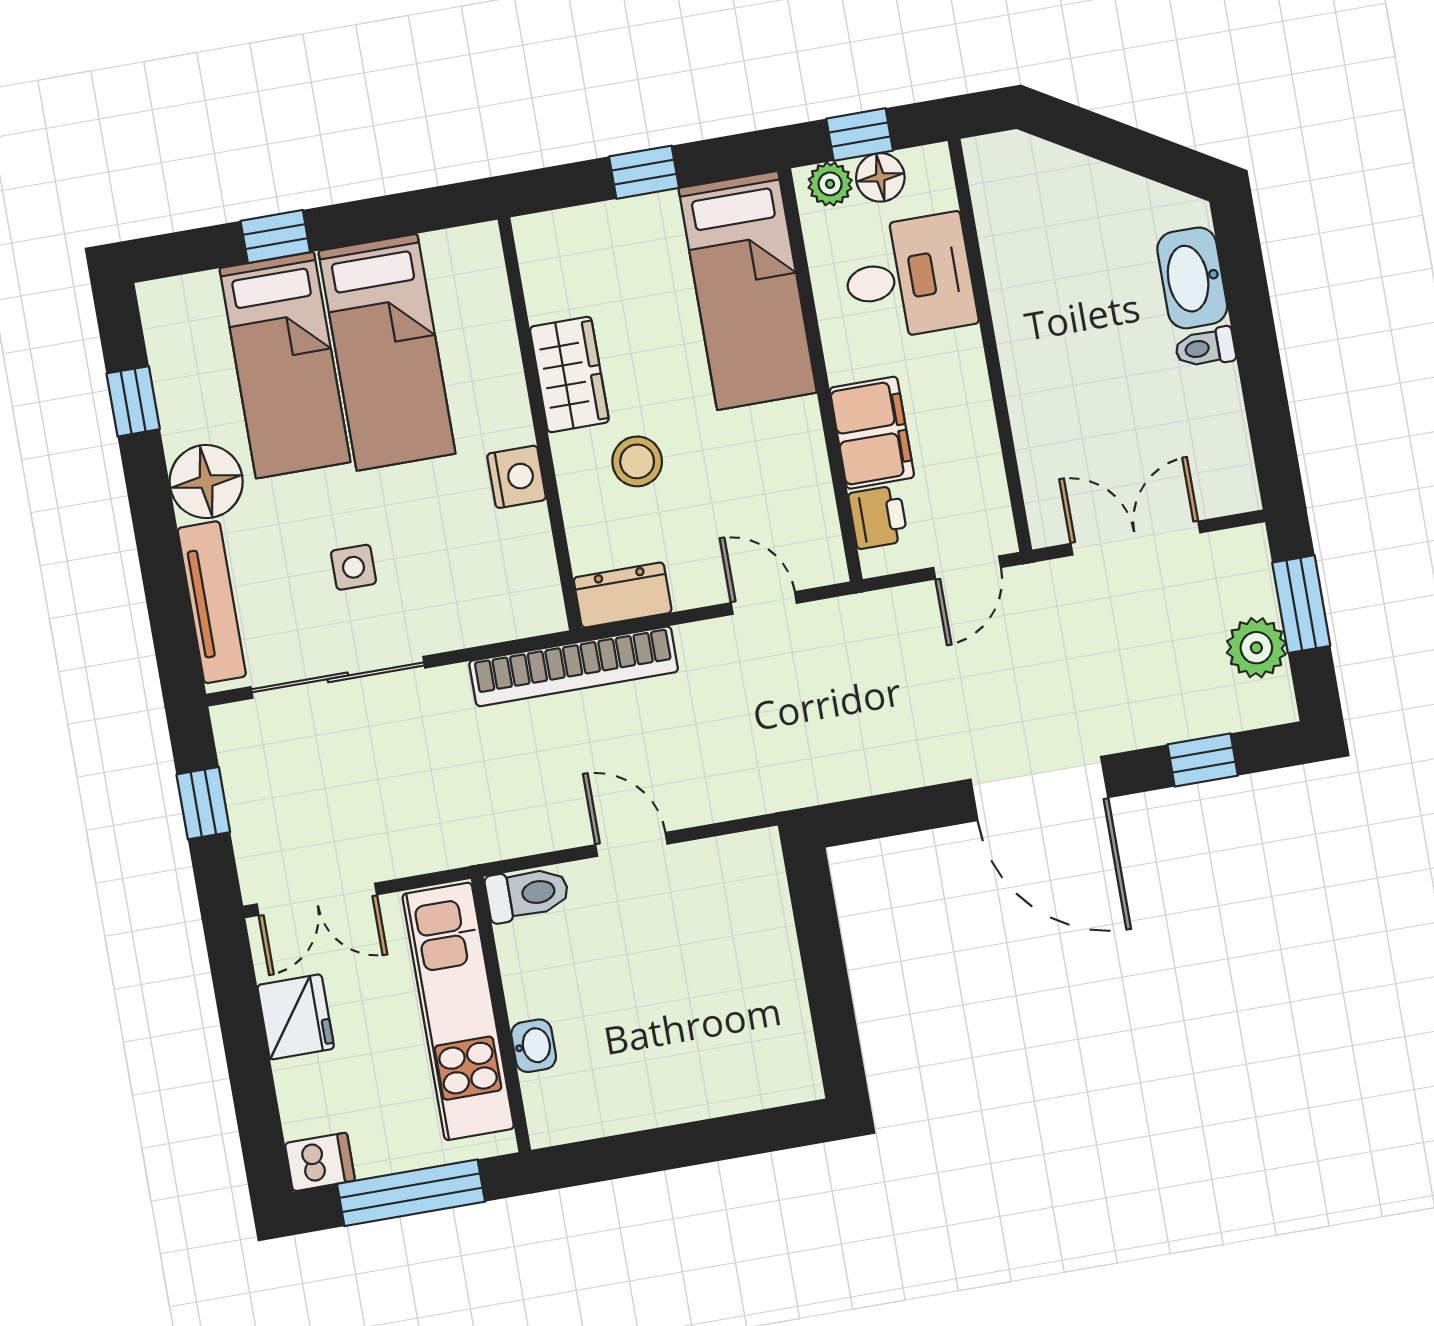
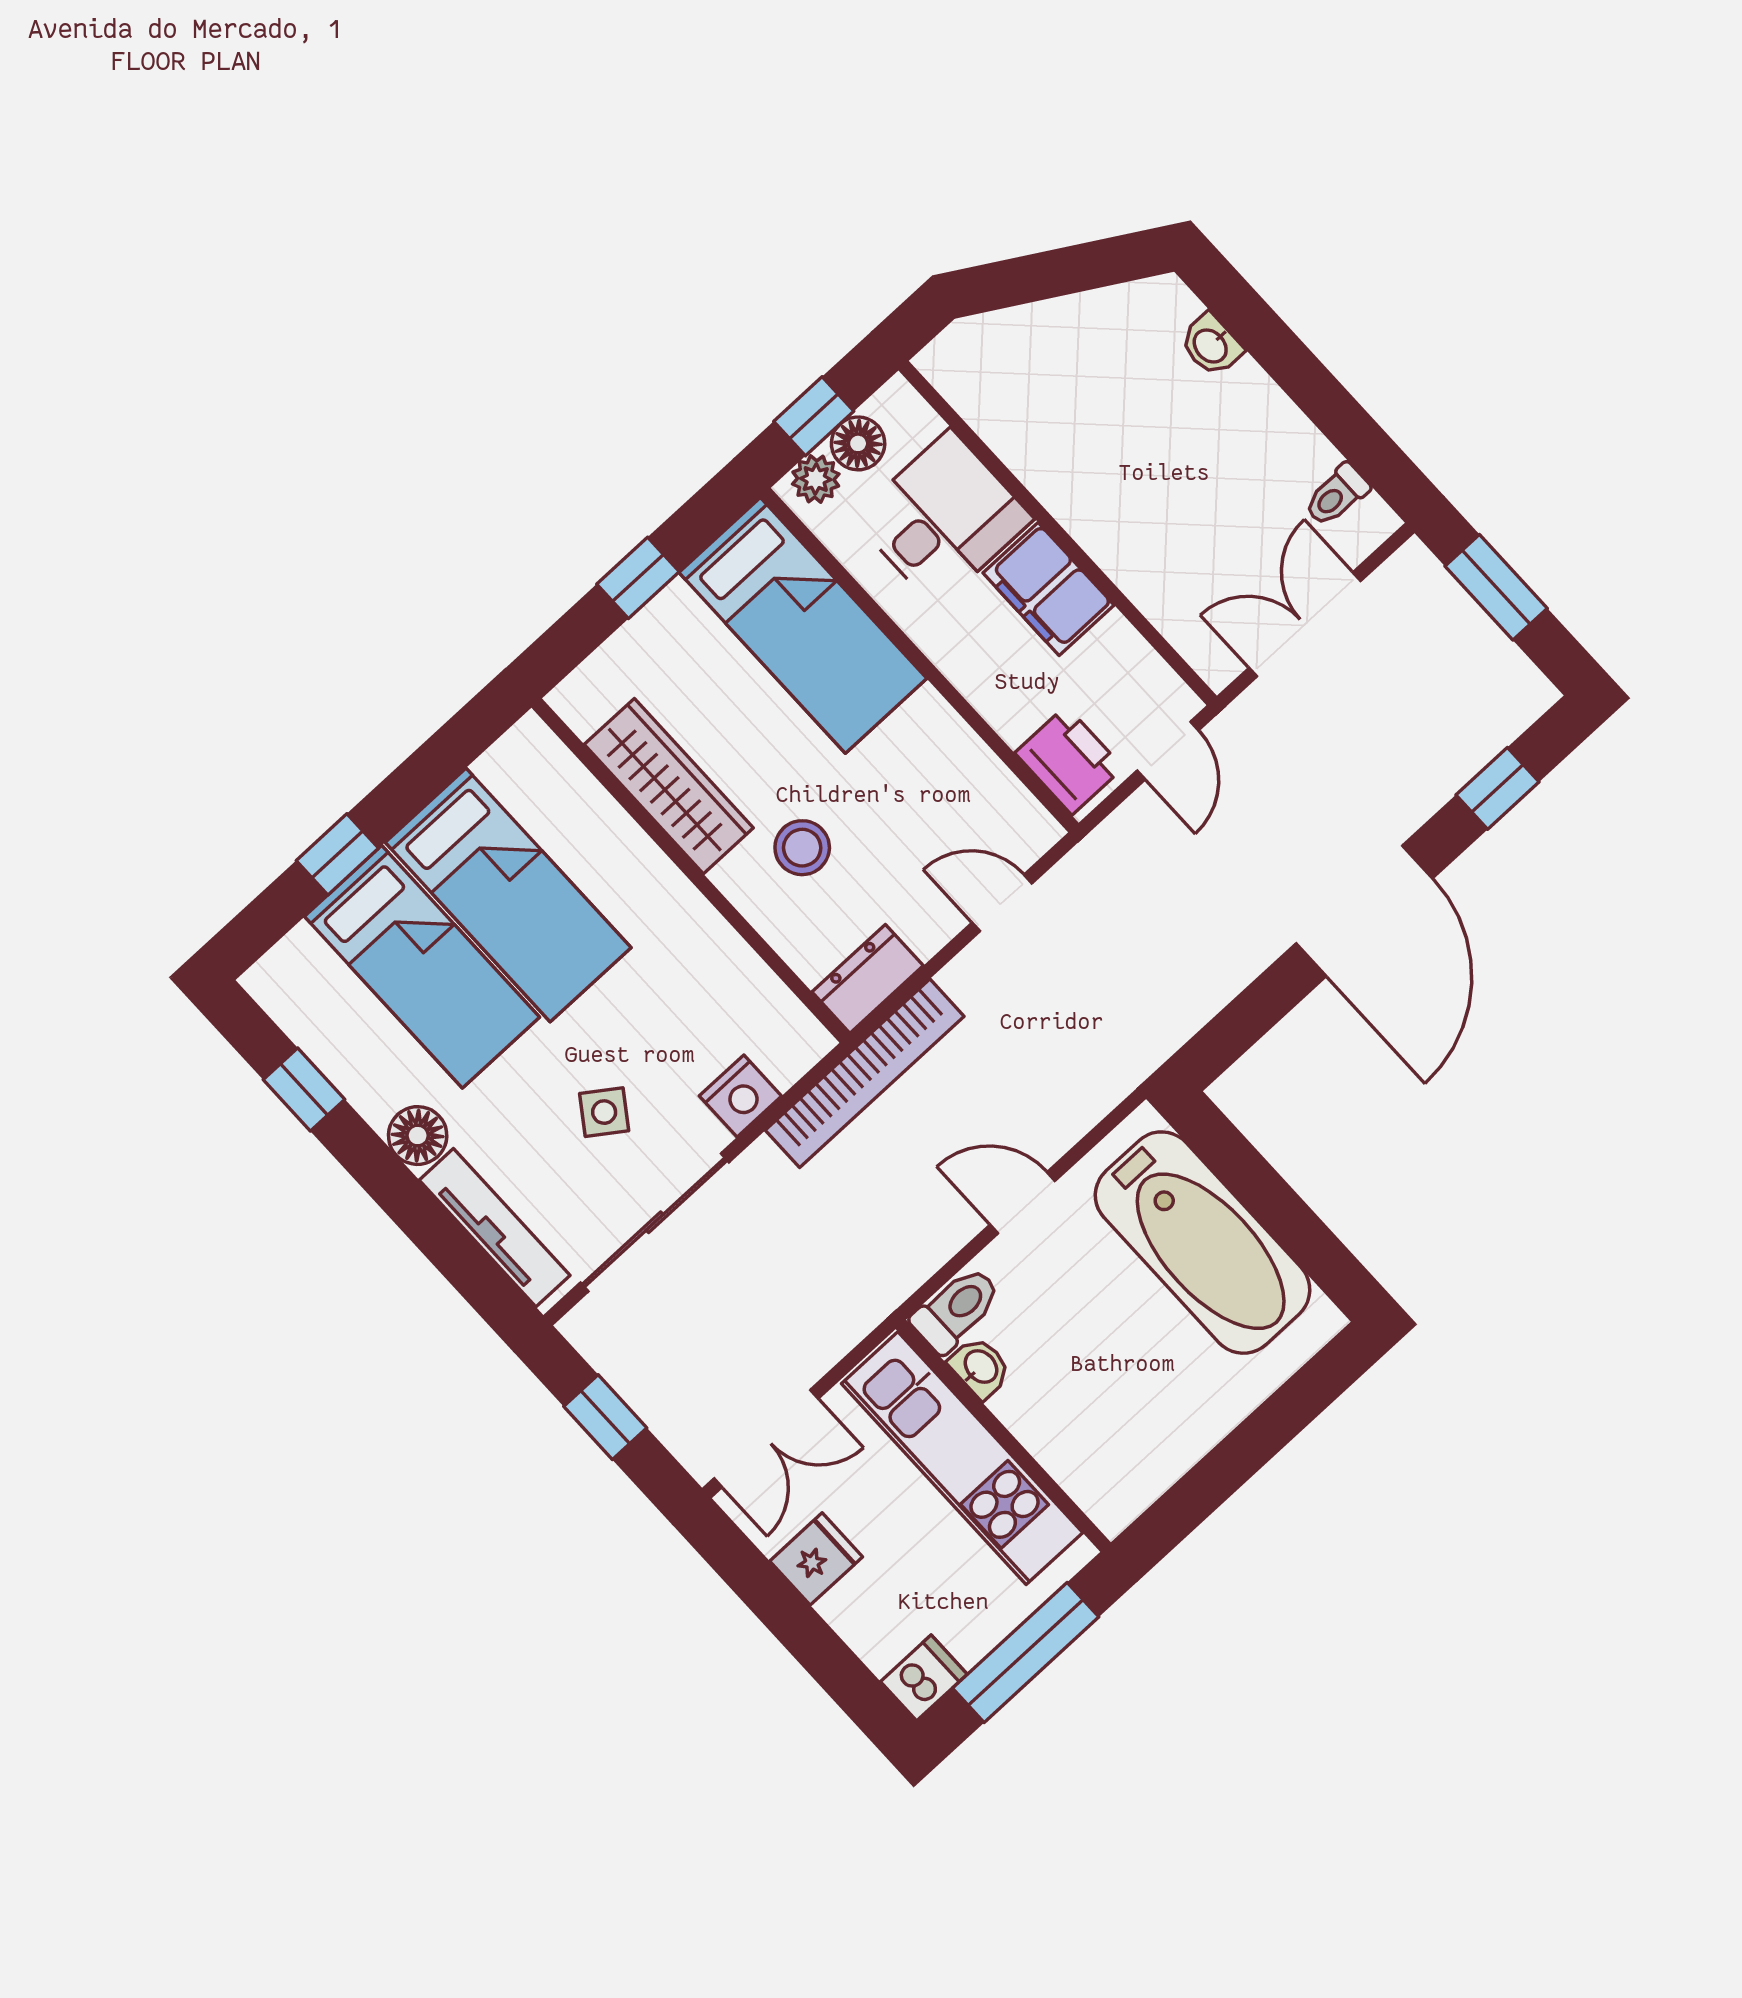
washbasin: (1192, 278) -> (1211, 345), width x0.52, depth x0.69
toilet: (1205, 348) -> (1337, 495), moved
wardrobe: (569, 374) -> (669, 786), width x1.50
filing cabinet: (872, 433) -> (1049, 589), moved, turned 180
nightstand: (516, 477) -> (740, 1096), moved, turned 90
floor lamp: (206, 482) -> (418, 1136), width x0.73, depth x0.73
printer: (878, 517) -> (1069, 760), width x1.36, depth x1.24
side table: (353, 567) -> (604, 1112), turned 35
plant: (1256, 648) -> (1481, 654), removed
door: (1039, 788) -> (1364, 911), hinge flipped
bathtub: (750, 964) -> (1203, 1243), added
fridge: (296, 1017) -> (816, 1559), width x0.72
washbasin: (534, 1046) -> (980, 1367), moved

